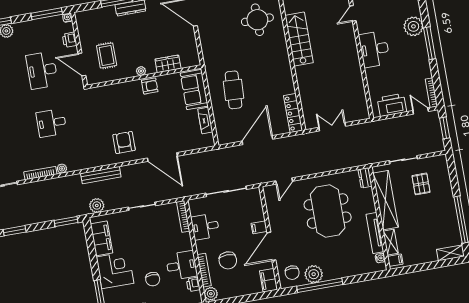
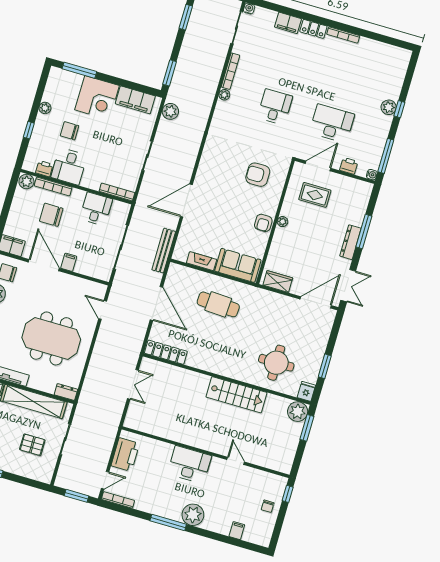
wardrobe: (168, 64) -> (278, 282), moved, turned -90
armchair: (124, 142) -> (258, 175), moved, turned 180
bench: (101, 175) -> (164, 251), moved

